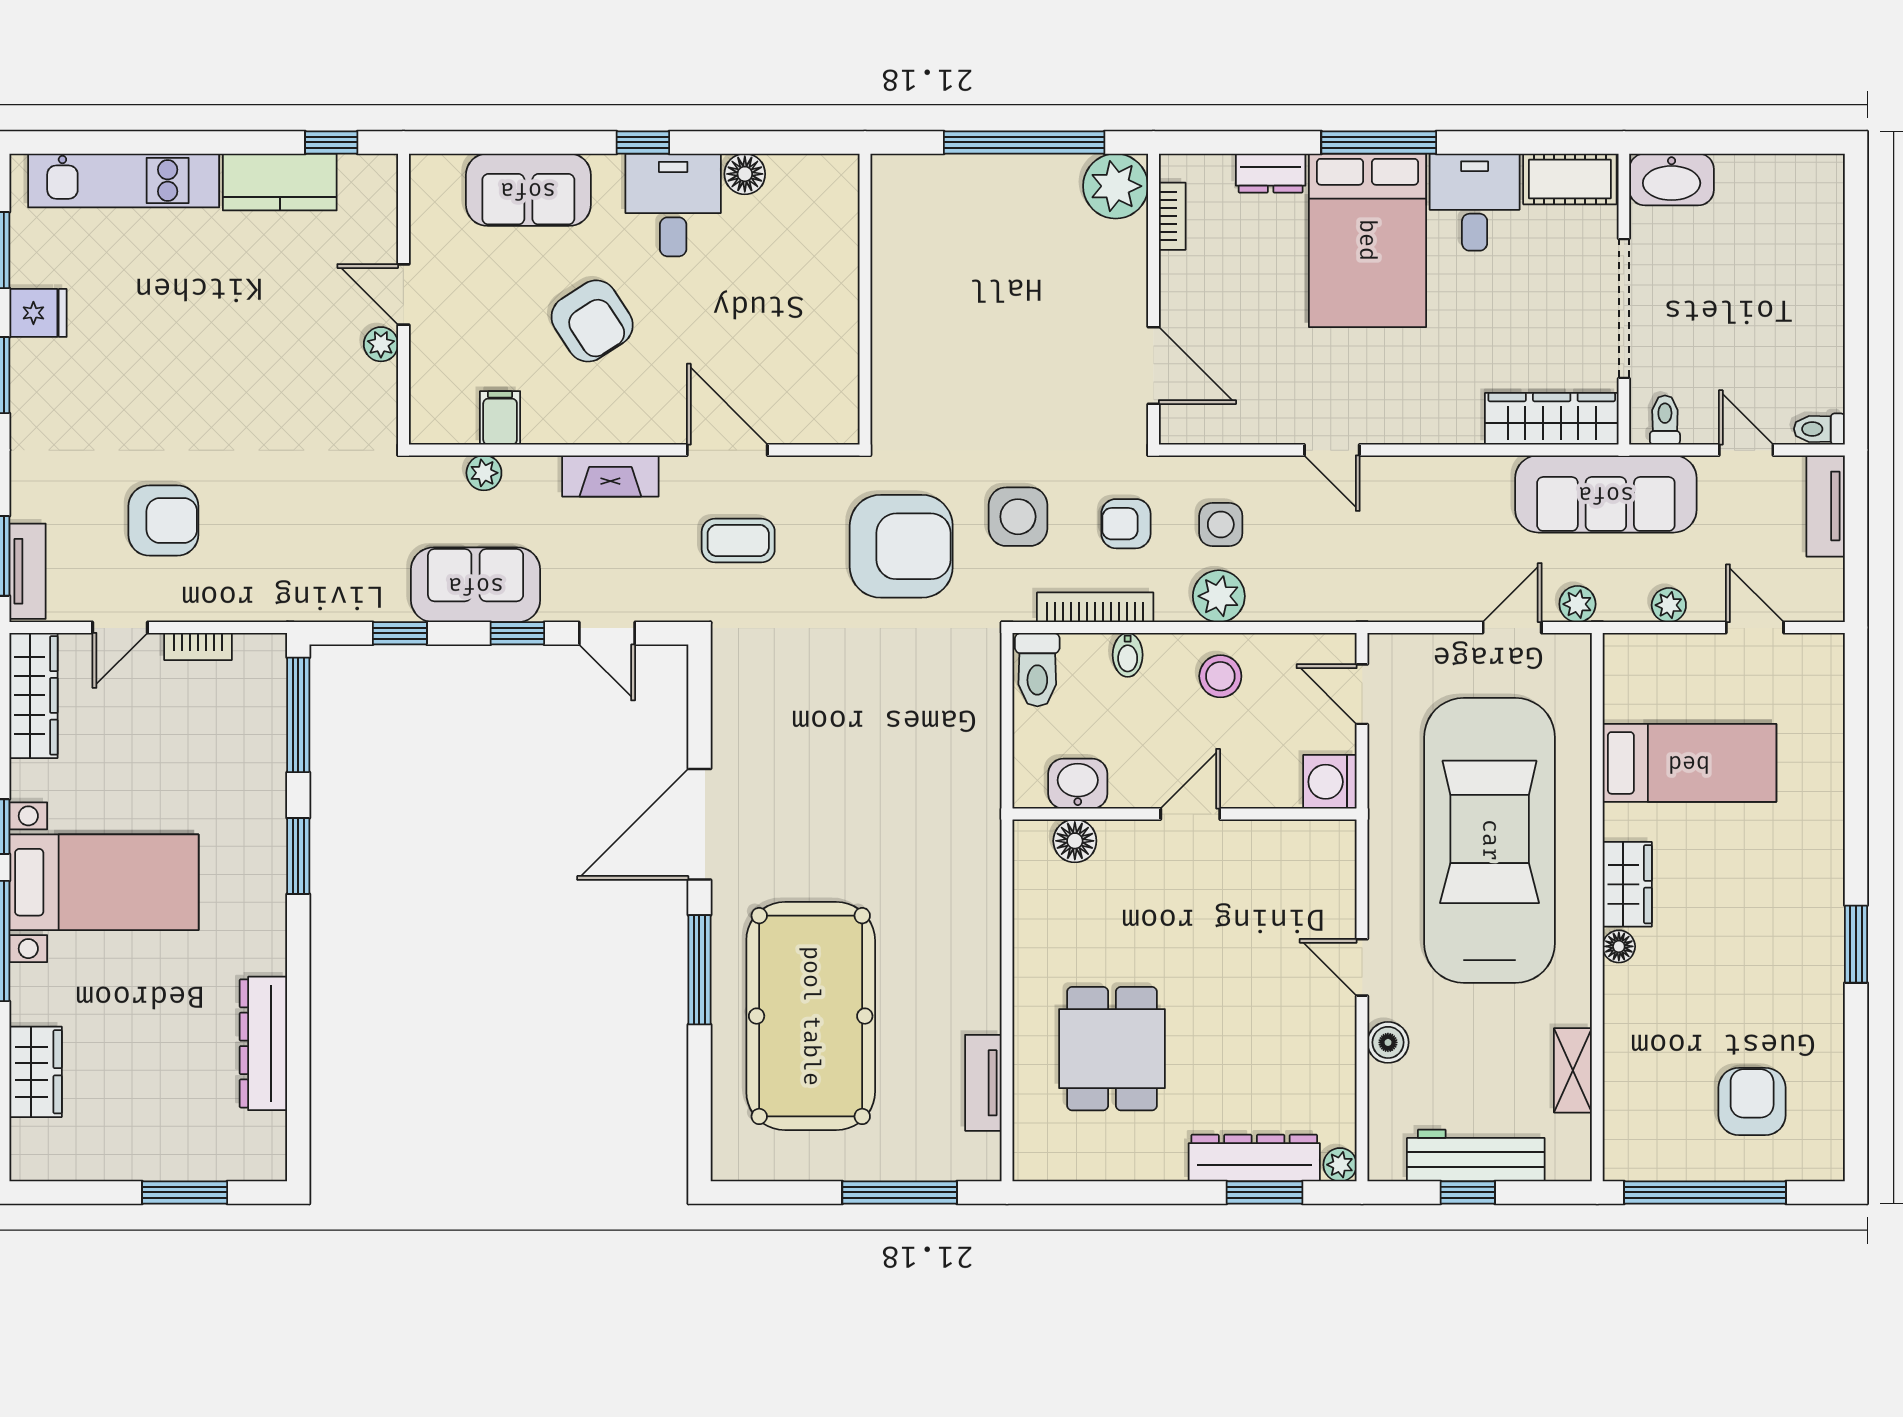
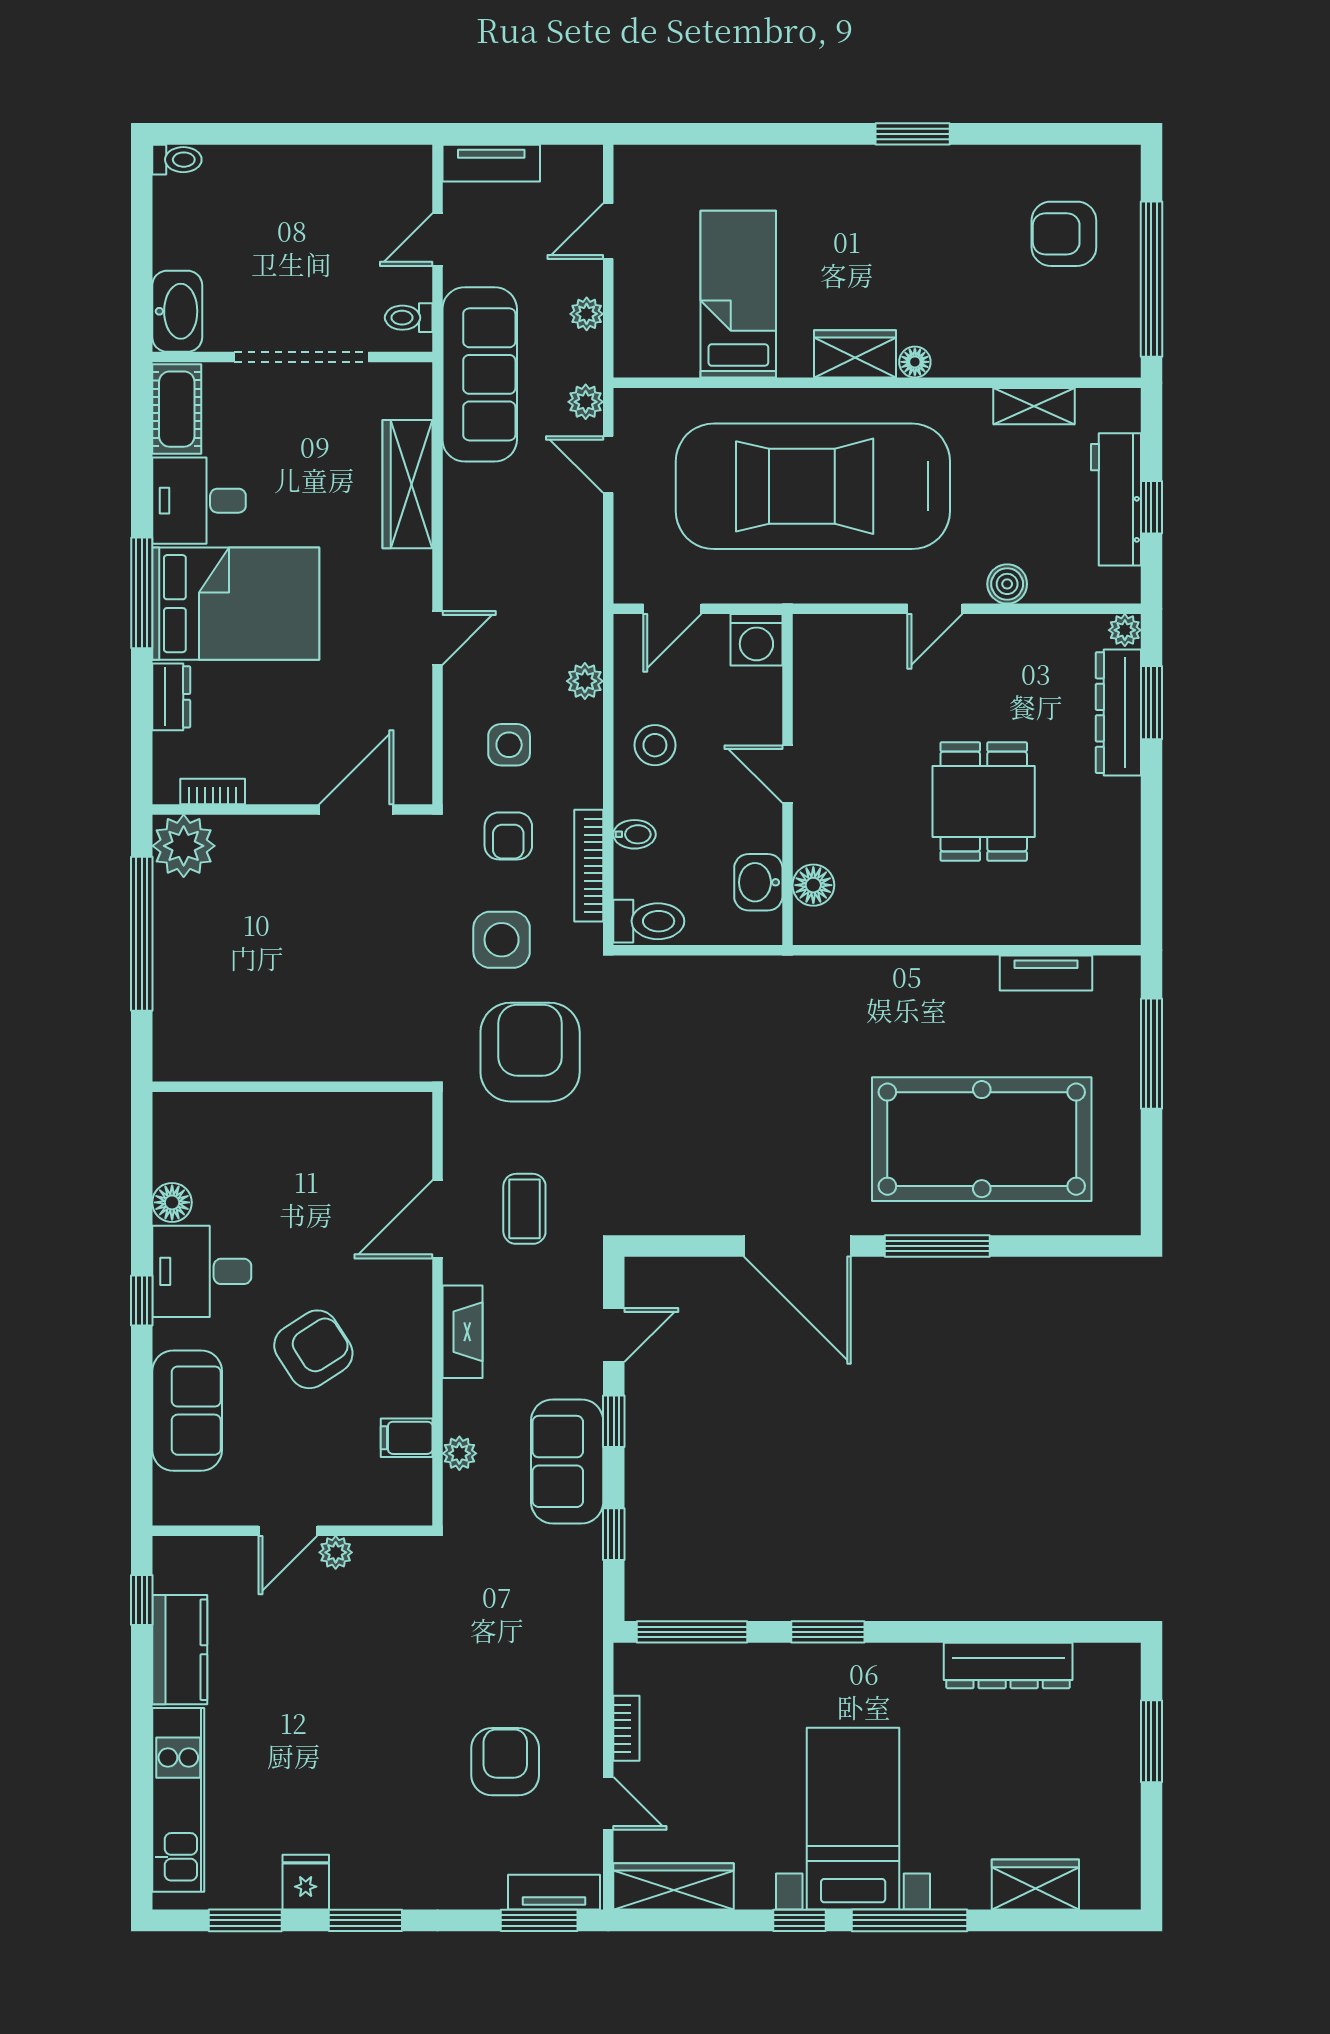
wardrobe: (1552, 419) -> (407, 484), moved
toilet: (1819, 429) -> (177, 160), moved, turned -90
plant: (1219, 596) -> (585, 681), moved, width x0.73, depth x0.73
dining table: (1112, 1049) -> (984, 801), moved, turned 90

